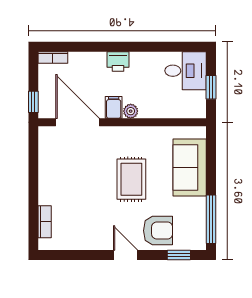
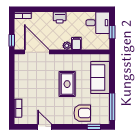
filing cabinet: (114, 107) -> (76, 44), moved
door: (125, 255) -> (45, 127), moved

